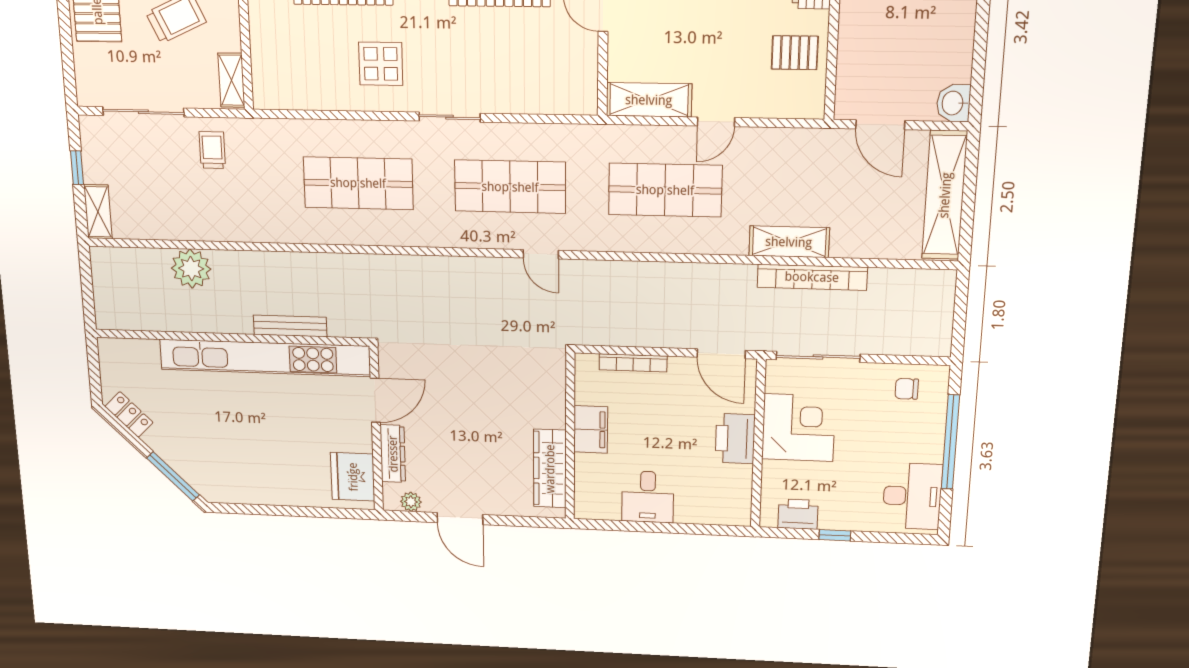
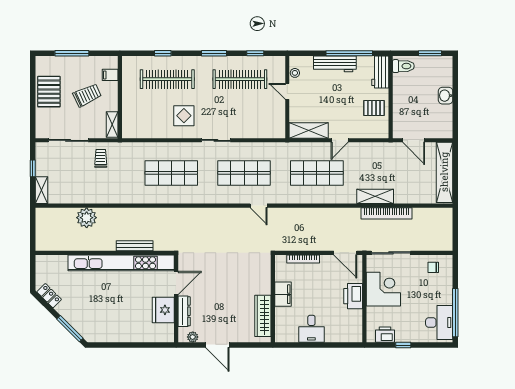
washbasin: (953, 103) -> (446, 96), moved
window: (950, 442) -> (455, 313), moved
fridge: (353, 477) -> (163, 310), moved

